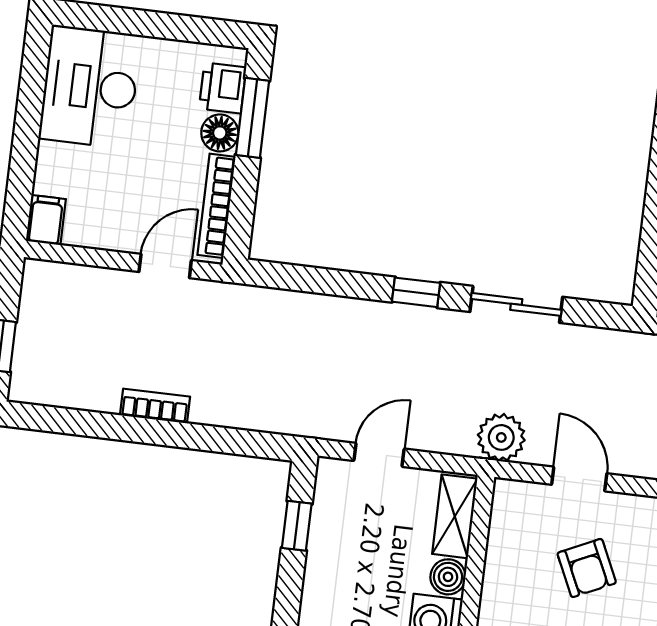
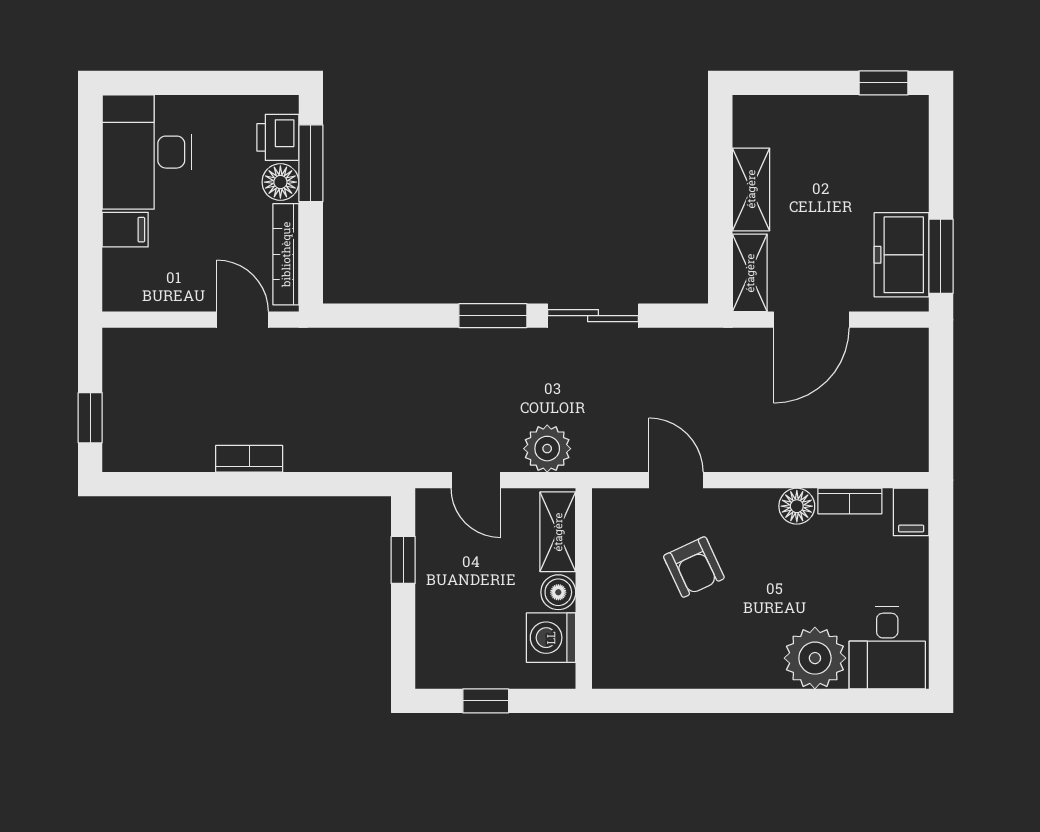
filing cabinet: (46, 220) -> (125, 230), moved, turned 90
door: (165, 266) -> (243, 320), hinge flipped
window: (416, 292) -> (493, 316), width x1.50
plant: (501, 437) -> (547, 449), moved
door: (379, 455) -> (476, 480), swing flipped

